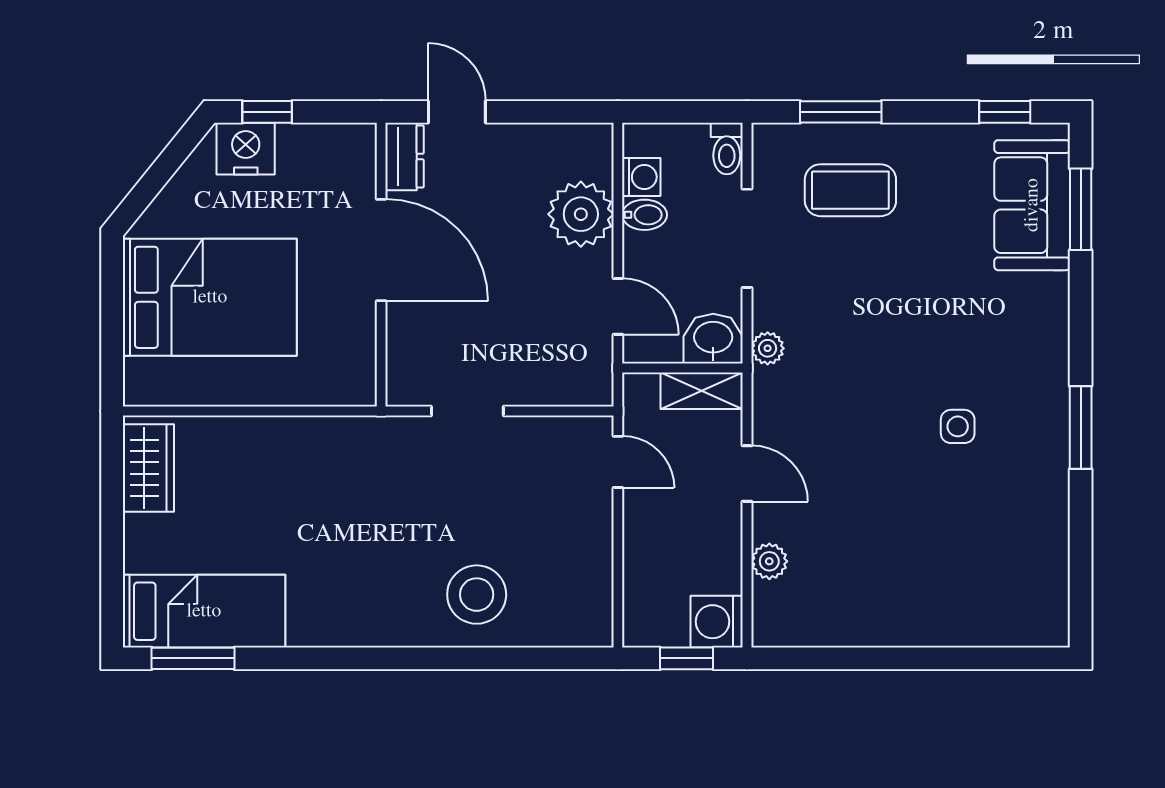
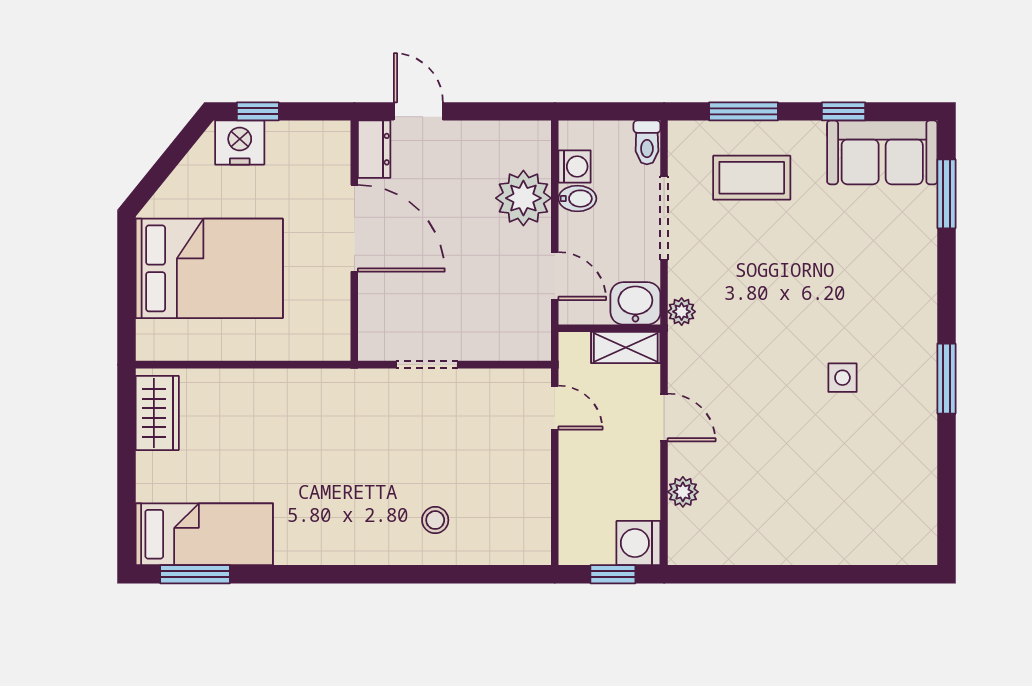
window: (1005, 112) -> (843, 111), moved
sofa: (1032, 205) -> (882, 152), moved, turned -90
stool: (477, 595) -> (435, 520), width x0.53, depth x0.53

